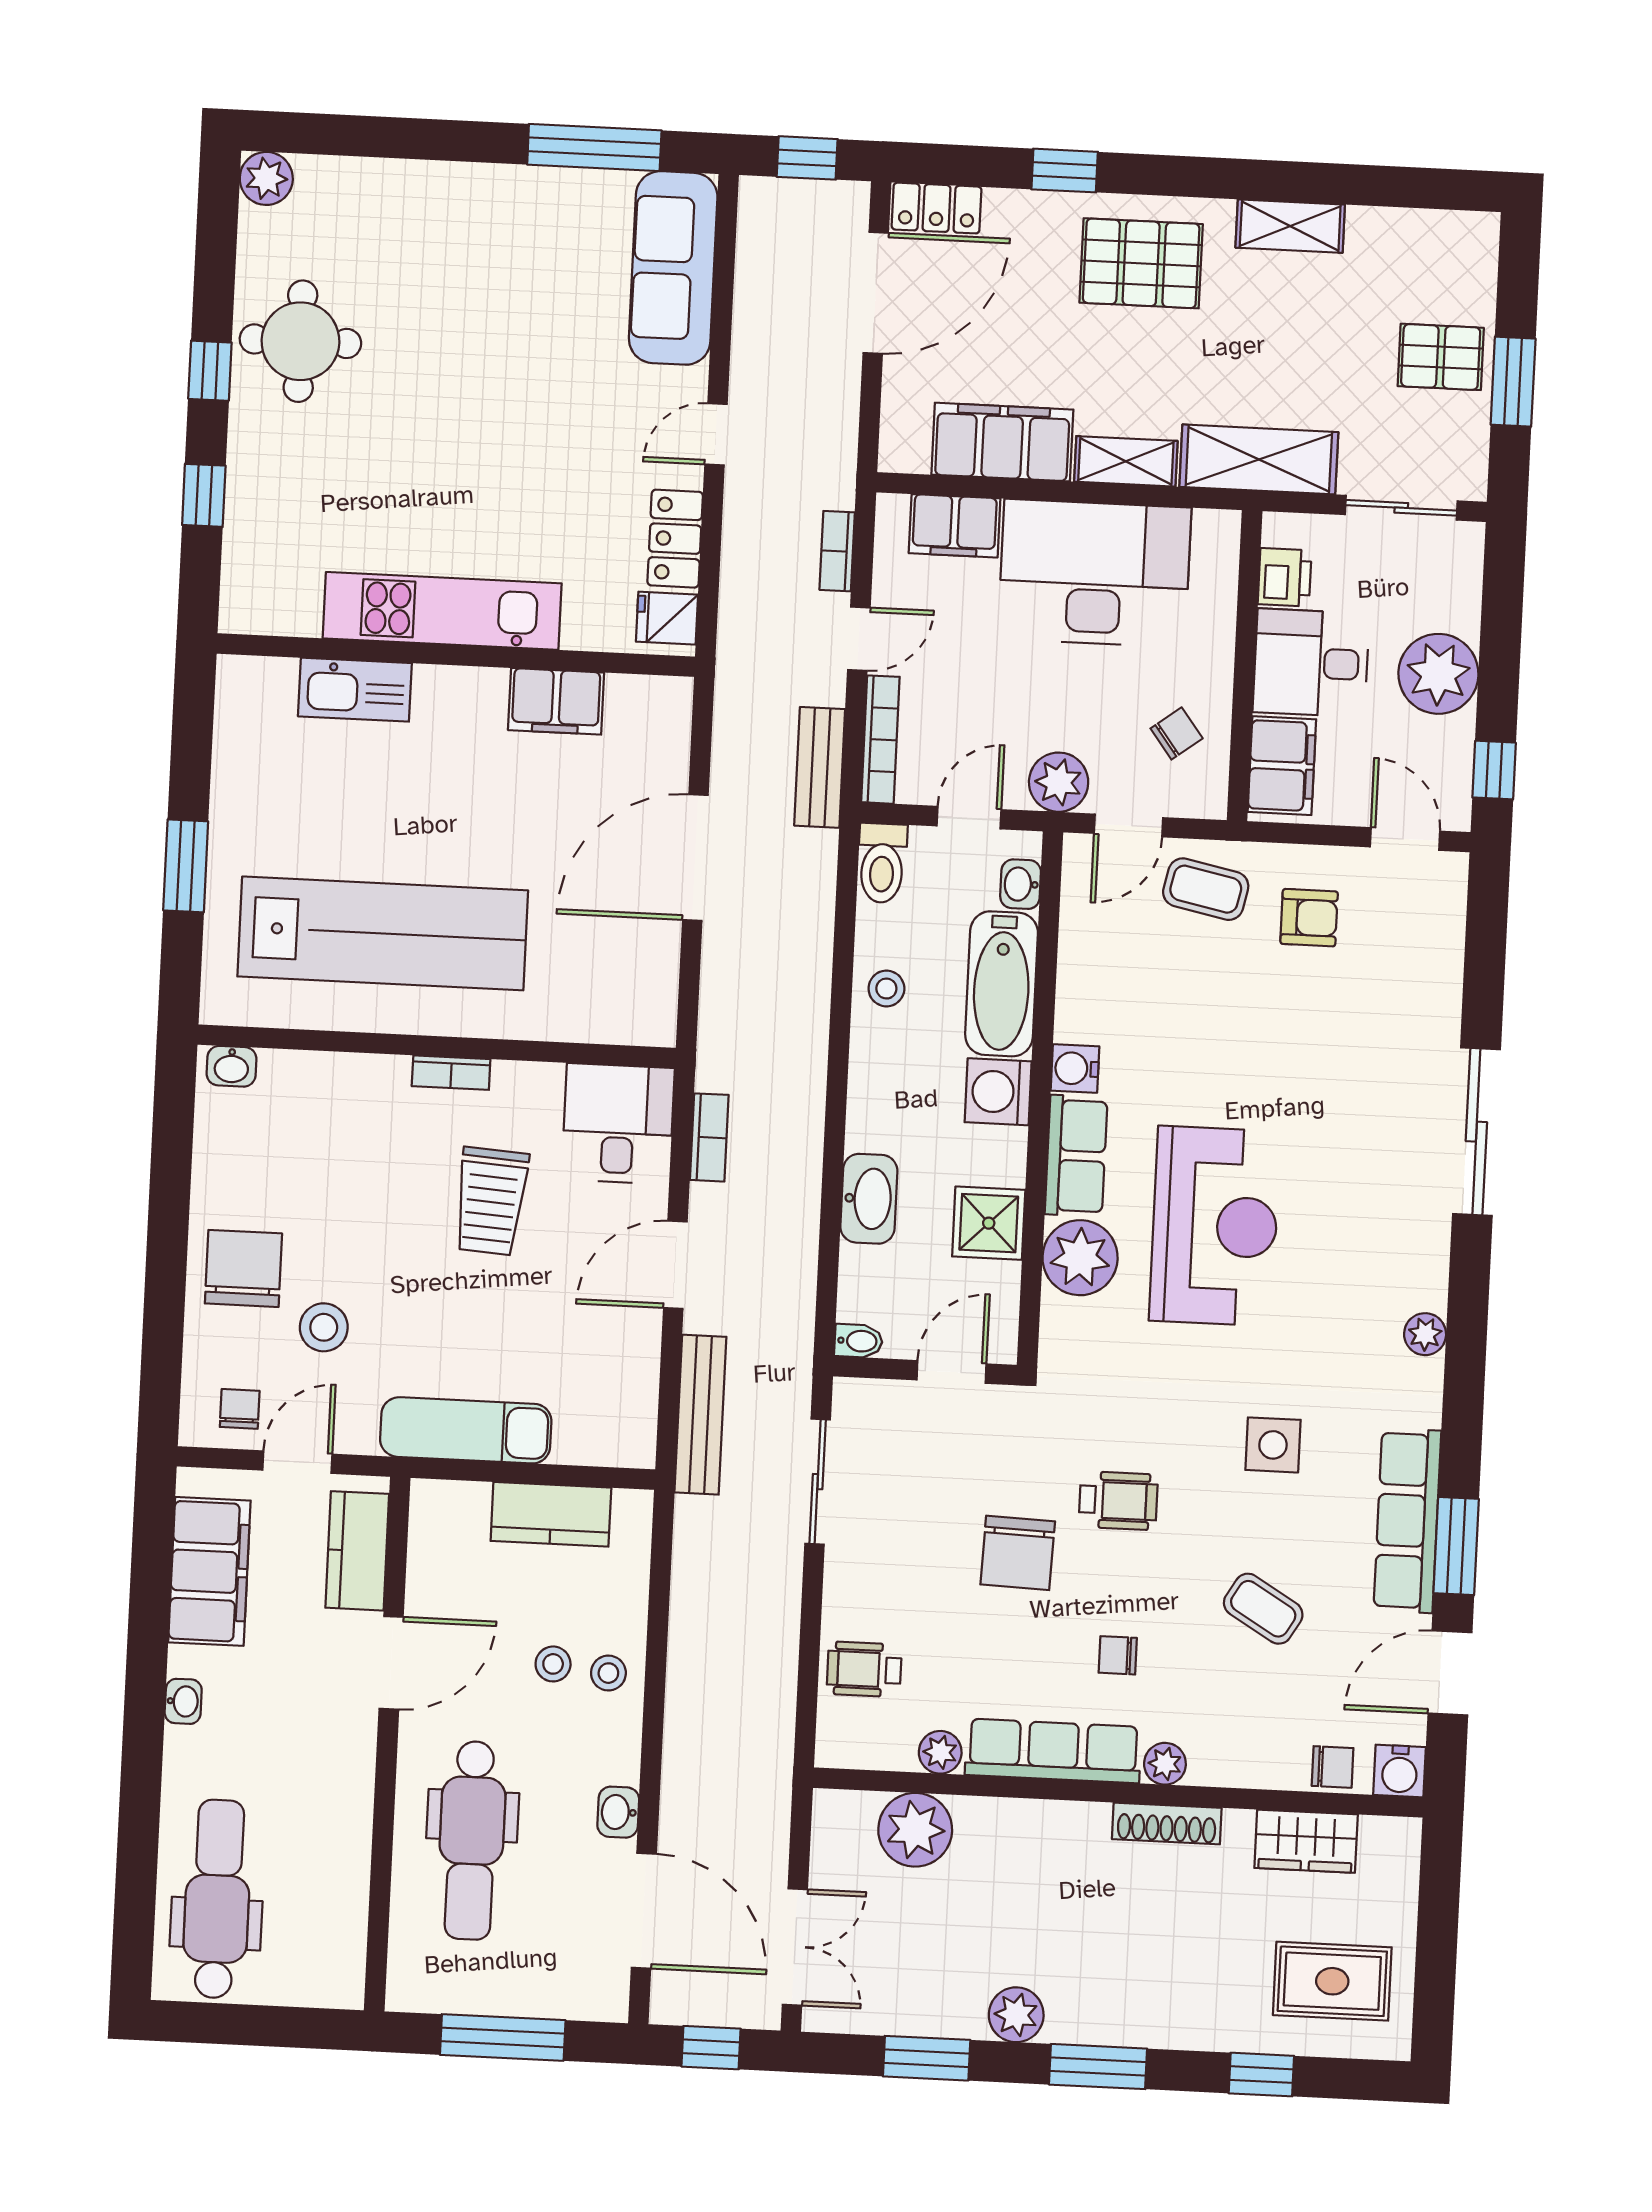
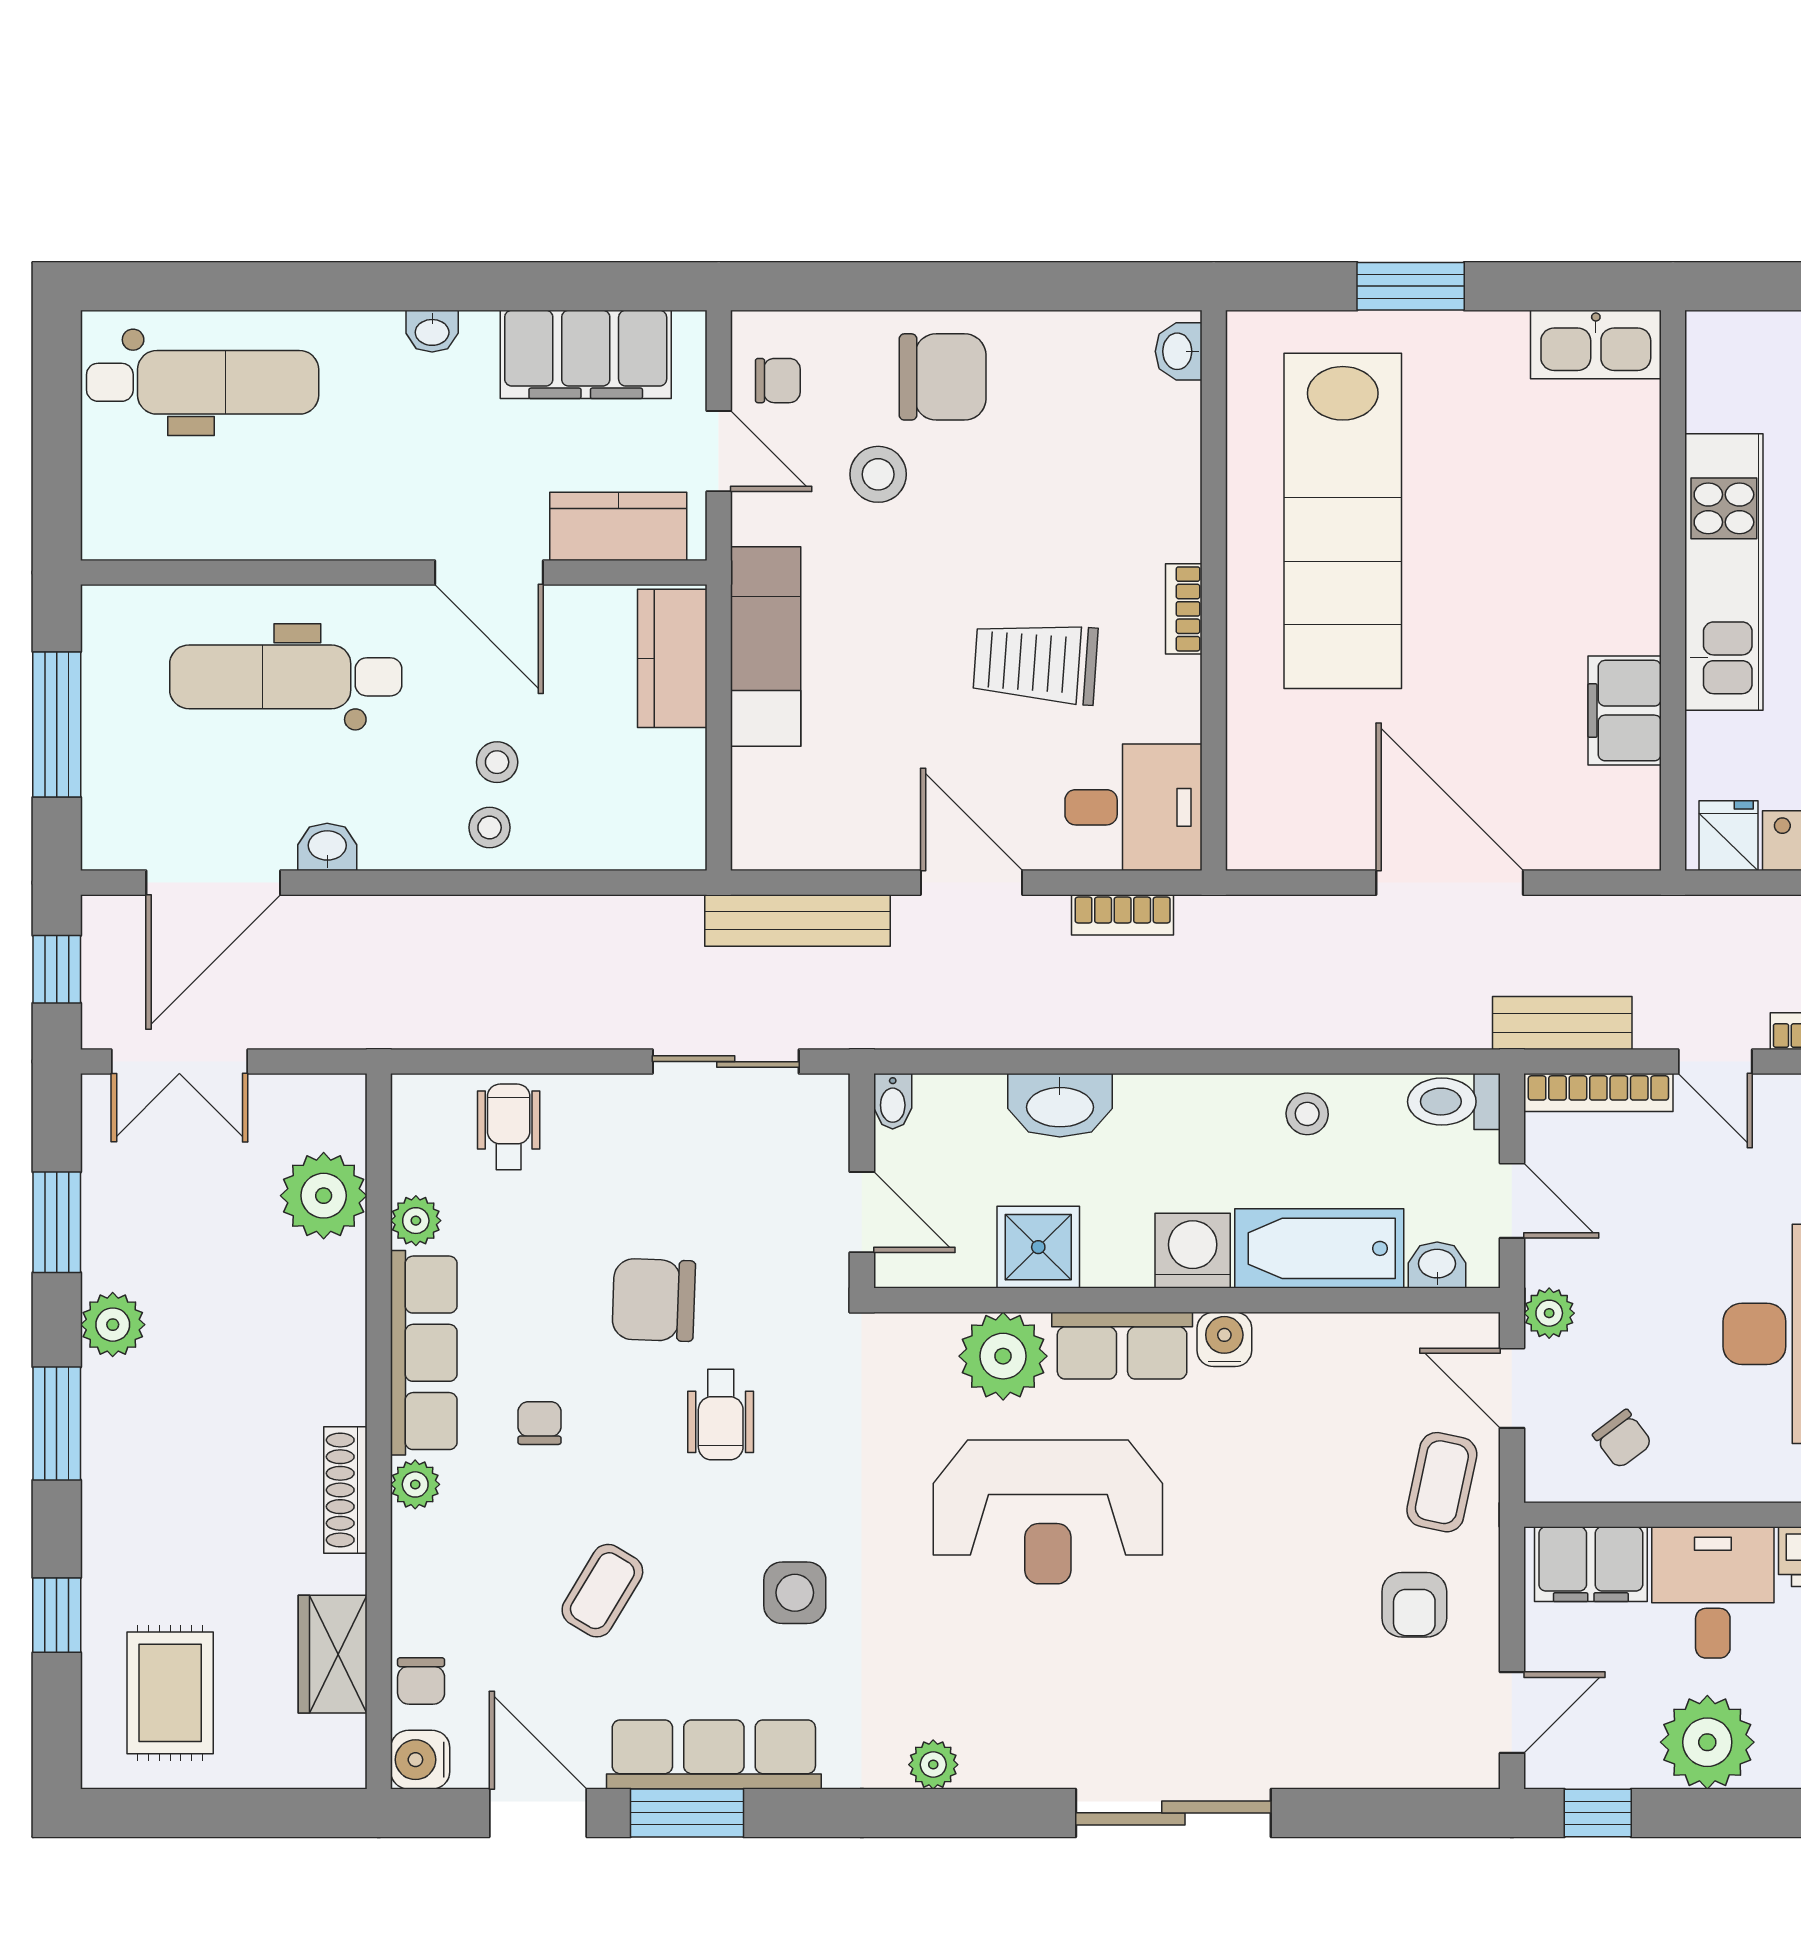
kitchen sink: (355, 690) -> (1596, 344), moved, turned -90
plant: (1059, 782) -> (1549, 1313), width x0.73, depth x0.73
kitchen counter: (551, 1514) -> (672, 658), moved

